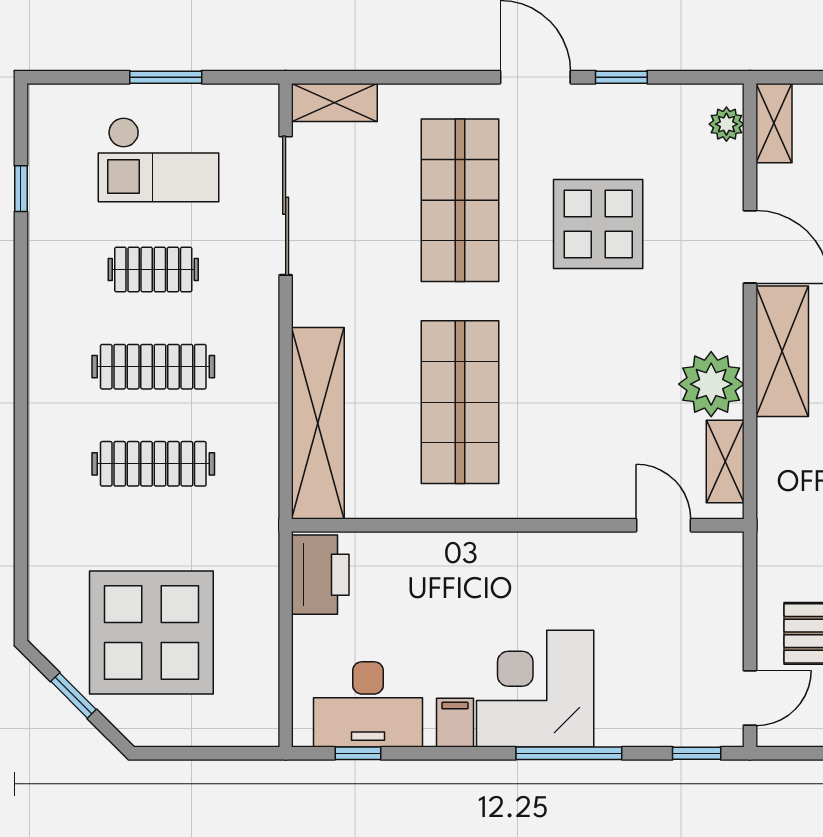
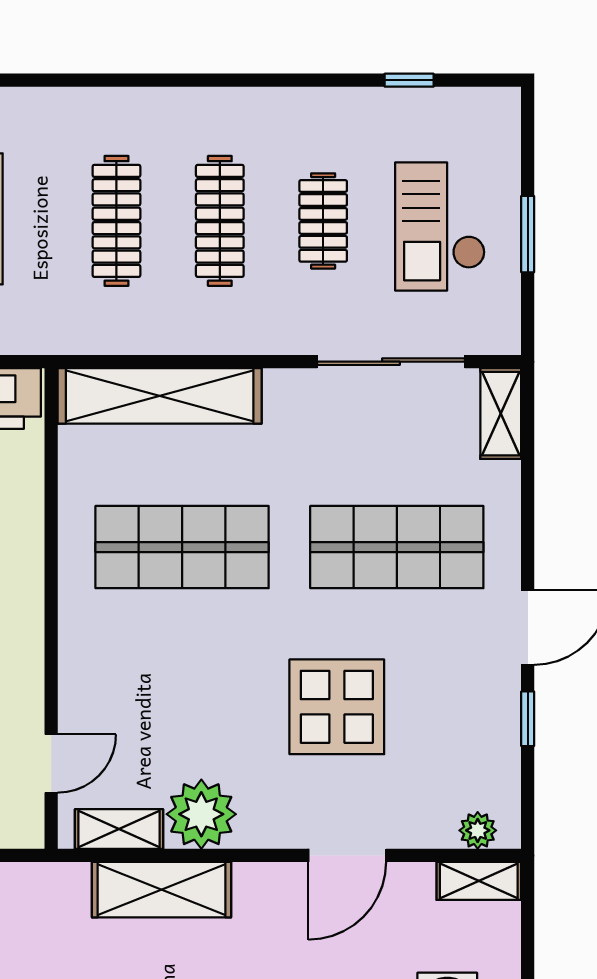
display table: (598, 224) -> (337, 707), moved
shelving: (782, 351) -> (161, 890), moved

